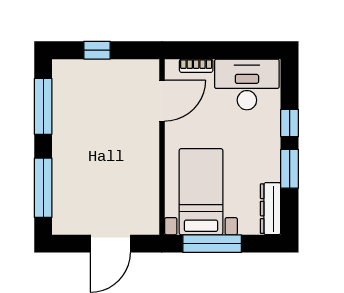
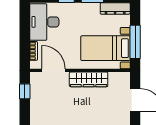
window: (97, 50) -> (25, 91), moved
wardrobe: (146, 162) -> (89, 79), added

